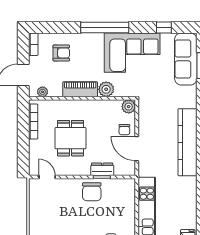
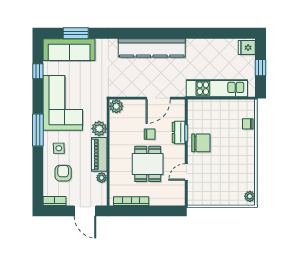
window: (105, 28) -> (38, 130), width x0.68
side table: (86, 49) -> (59, 148), added
plant: (43, 92) -> (102, 178), moved
chair: (124, 130) -> (150, 134), moved
dining table: (71, 138) -> (148, 164), turned 90
door: (47, 177) -> (186, 172), moved

